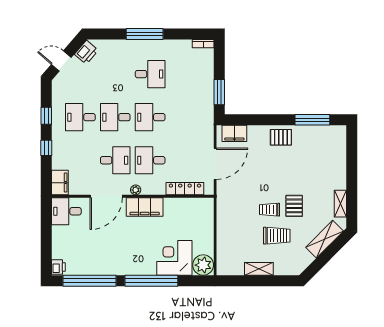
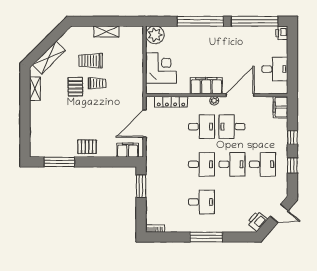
desk: (150, 74) -> (201, 202), turned 180
desk: (66, 211) -> (275, 69), moved
corner desk: (174, 258) -> (161, 68), moved, turned -90

